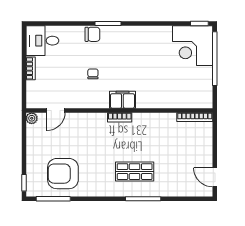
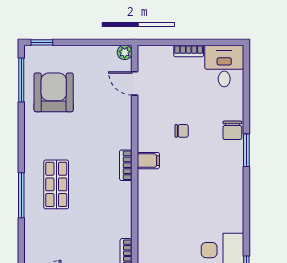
filing cabinet: (122, 100) -> (148, 161), width x0.50

